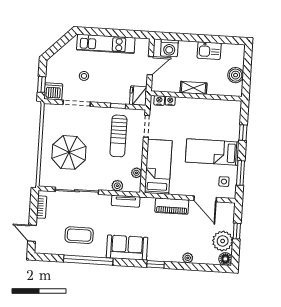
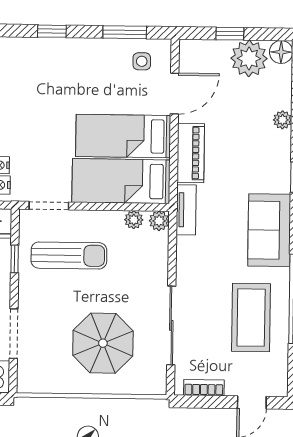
bed: (212, 152) -> (123, 136), moved, turned 90
plant: (117, 186) -> (159, 221), moved
tv unit: (126, 201) -> (186, 210), moved
coffee table: (79, 235) -> (251, 318), width x1.36, depth x1.32

